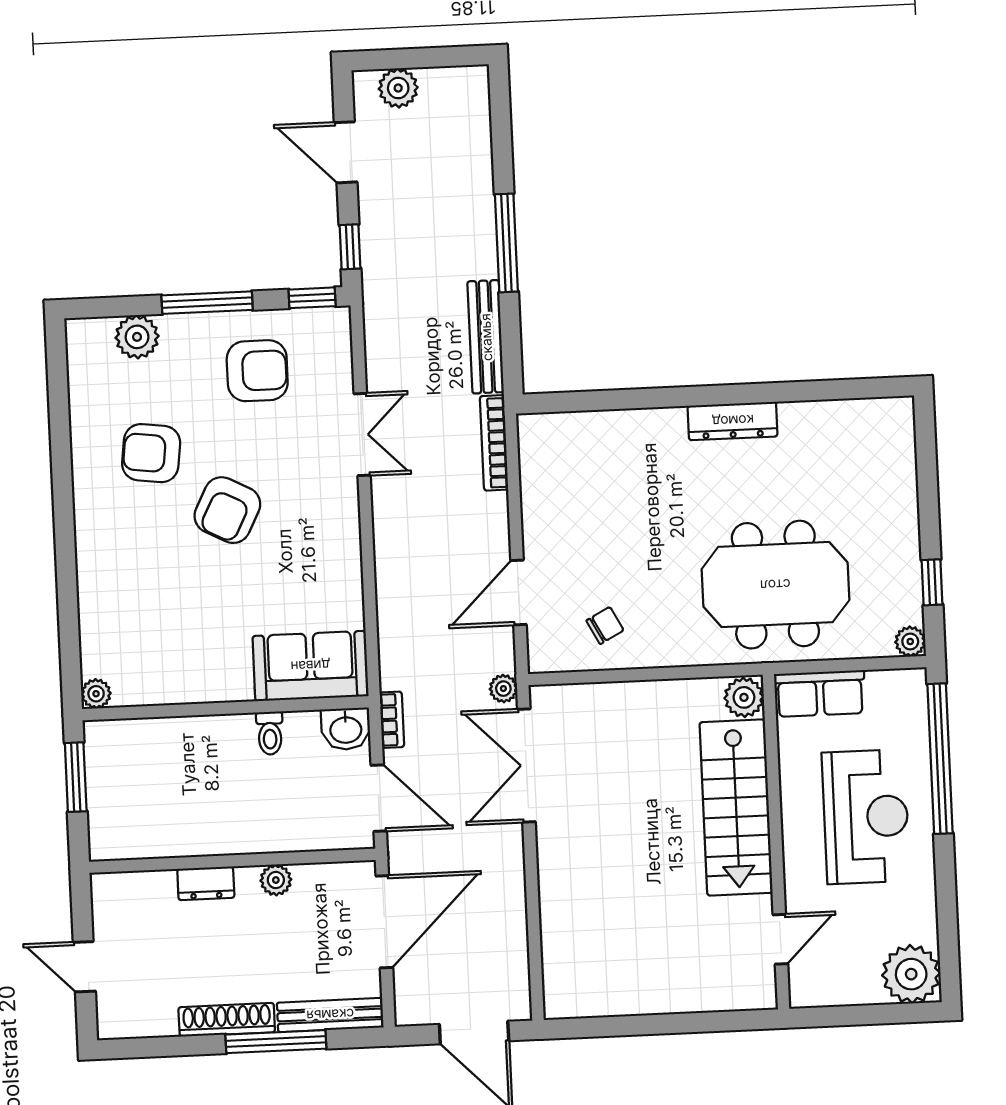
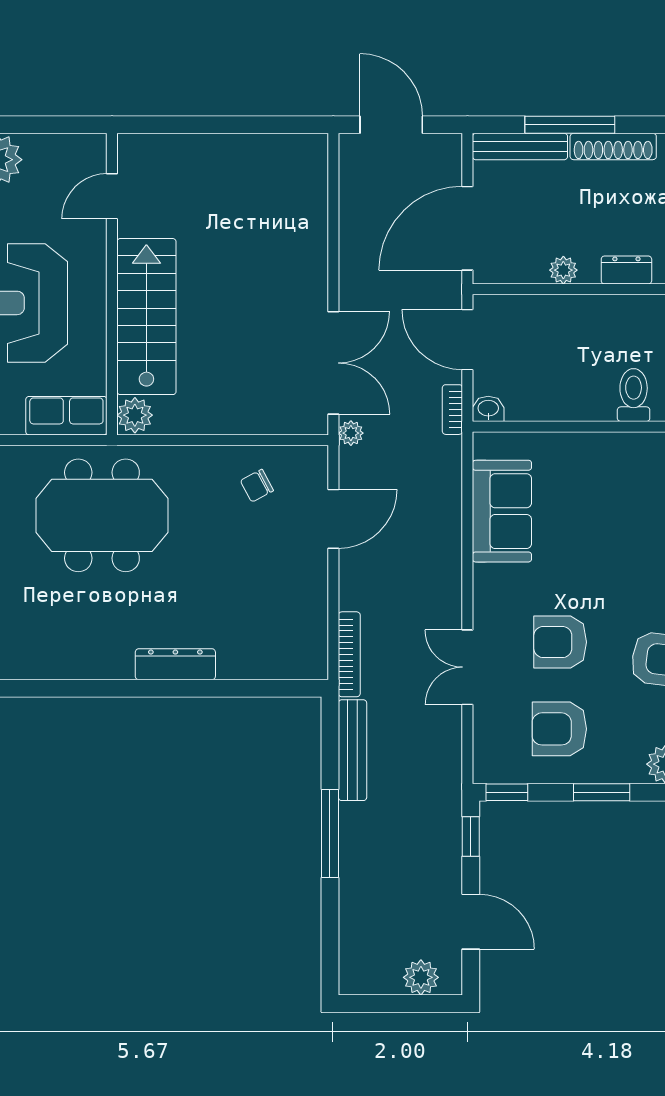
window: (207, 303) -> (602, 792), width x0.69
dresser: (733, 421) -> (175, 664), moved
armchair: (227, 510) -> (560, 642), moved, turned -117
sofa: (310, 666) -> (502, 511), moved, turned -90
washbasin: (346, 729) -> (488, 409), width x0.72, depth x0.69
toilet: (270, 733) -> (634, 395), moved, width x1.37, depth x1.39

